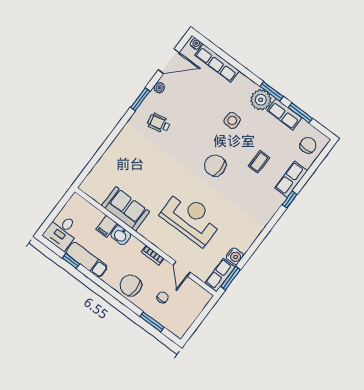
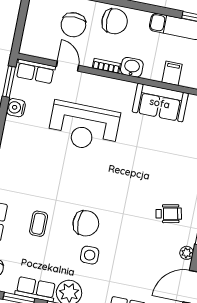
chair: (215, 165) -> (86, 223), moved
washbasin: (121, 235) -> (132, 67), moved
row of seats: (220, 275) -> (35, 71), moved, turned 90
chair: (163, 297) -> (73, 25), width x1.87, depth x1.87

